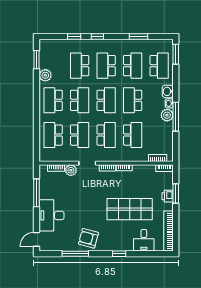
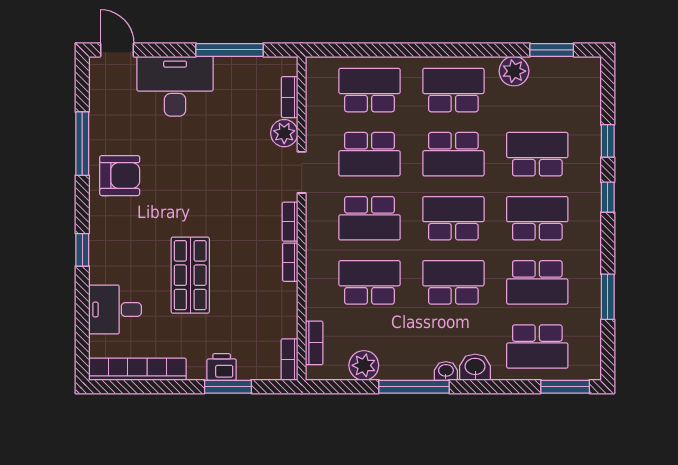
school desk: (106, 100) -> (453, 218), turned 180
plant: (167, 115) -> (364, 365), moved
school desk: (133, 135) -> (369, 282), turned 180
shop shelf: (130, 209) -> (190, 275), width x0.70, depth x0.74
armchair: (88, 238) -> (120, 176), turned 75

